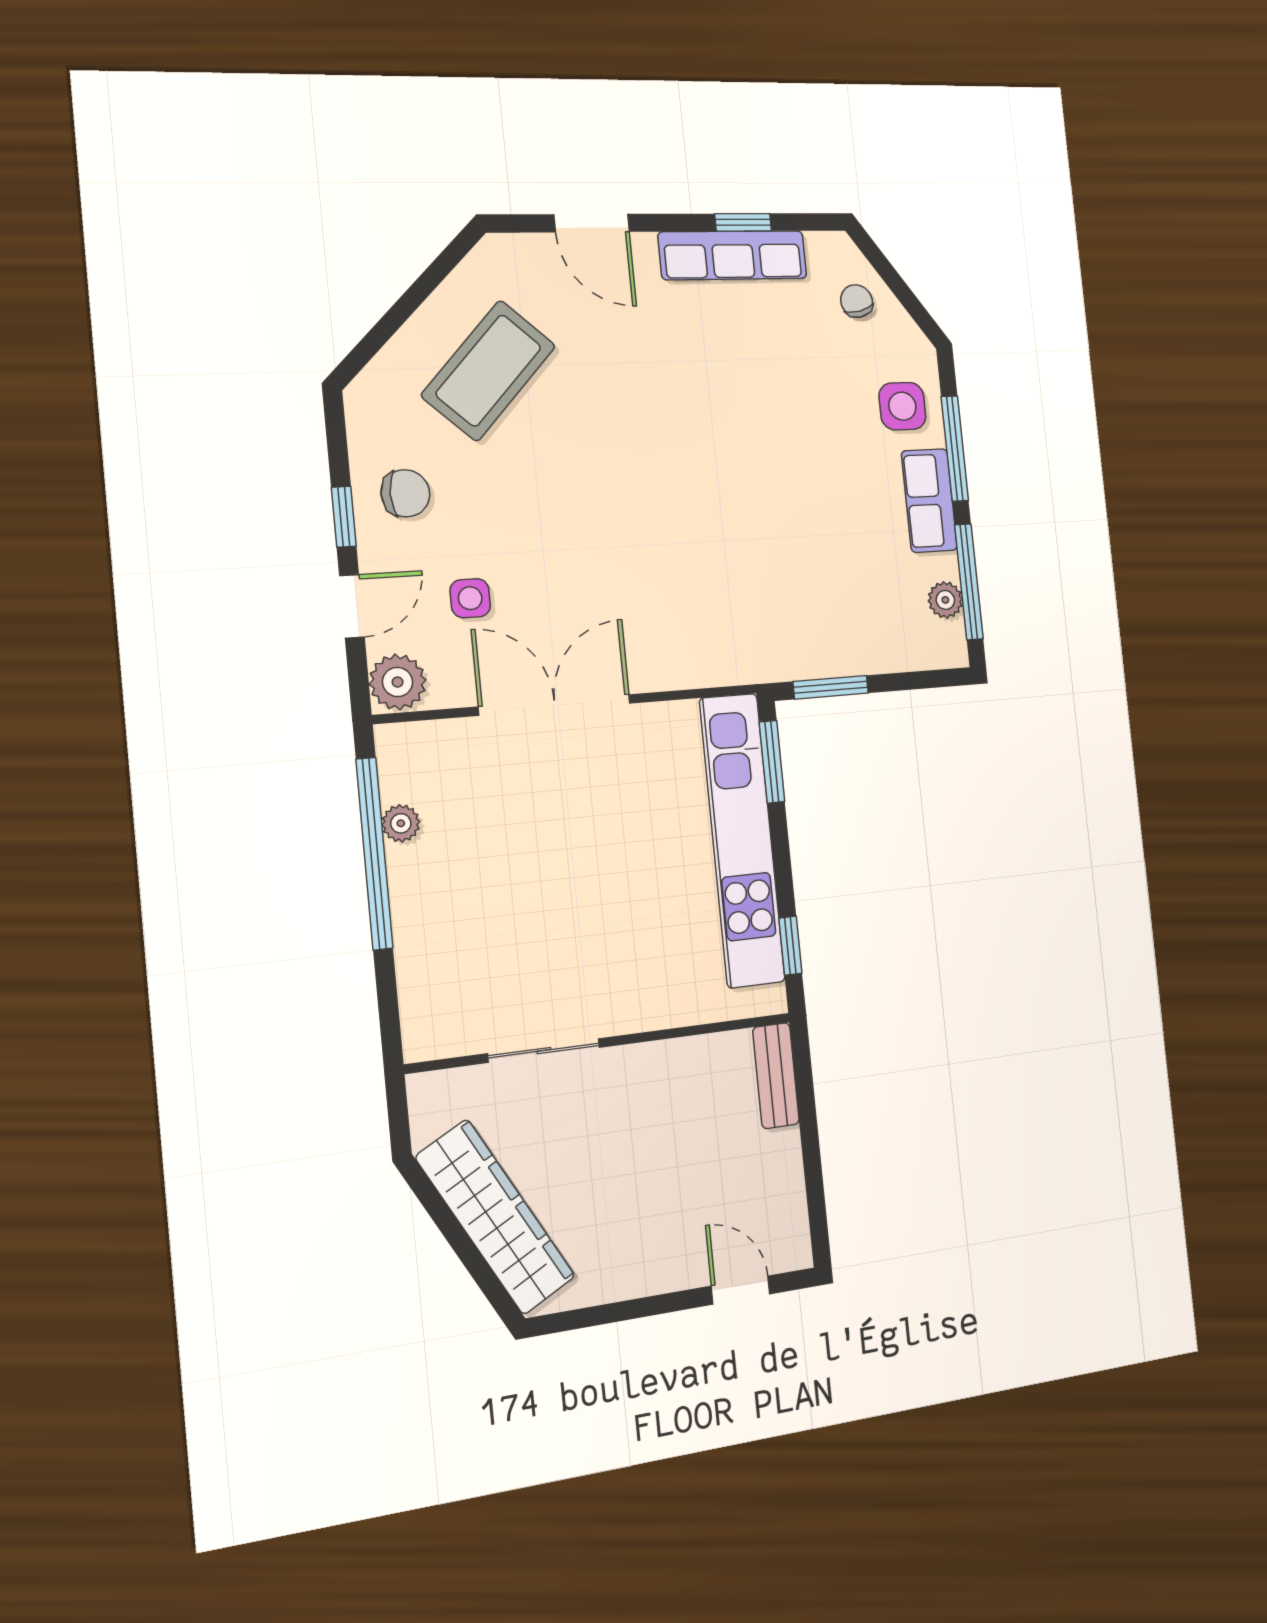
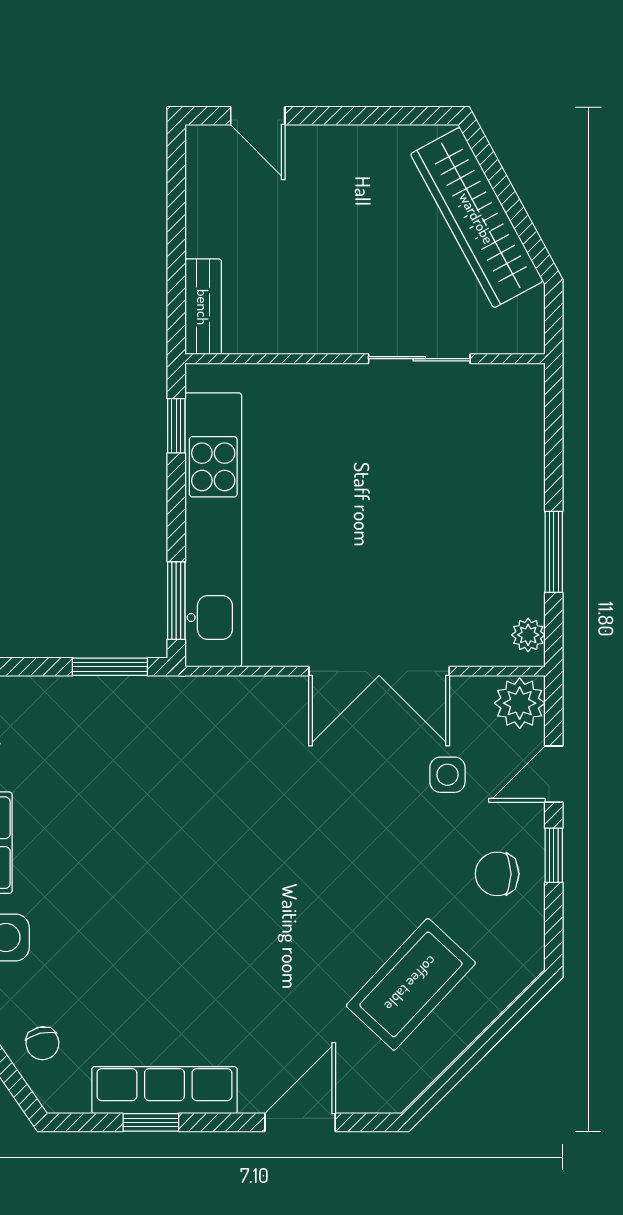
door: (592, 223) -> (300, 1122), hinge flipped
plant: (401, 823) -> (528, 635), moved
window: (374, 854) -> (554, 552), width x0.47

